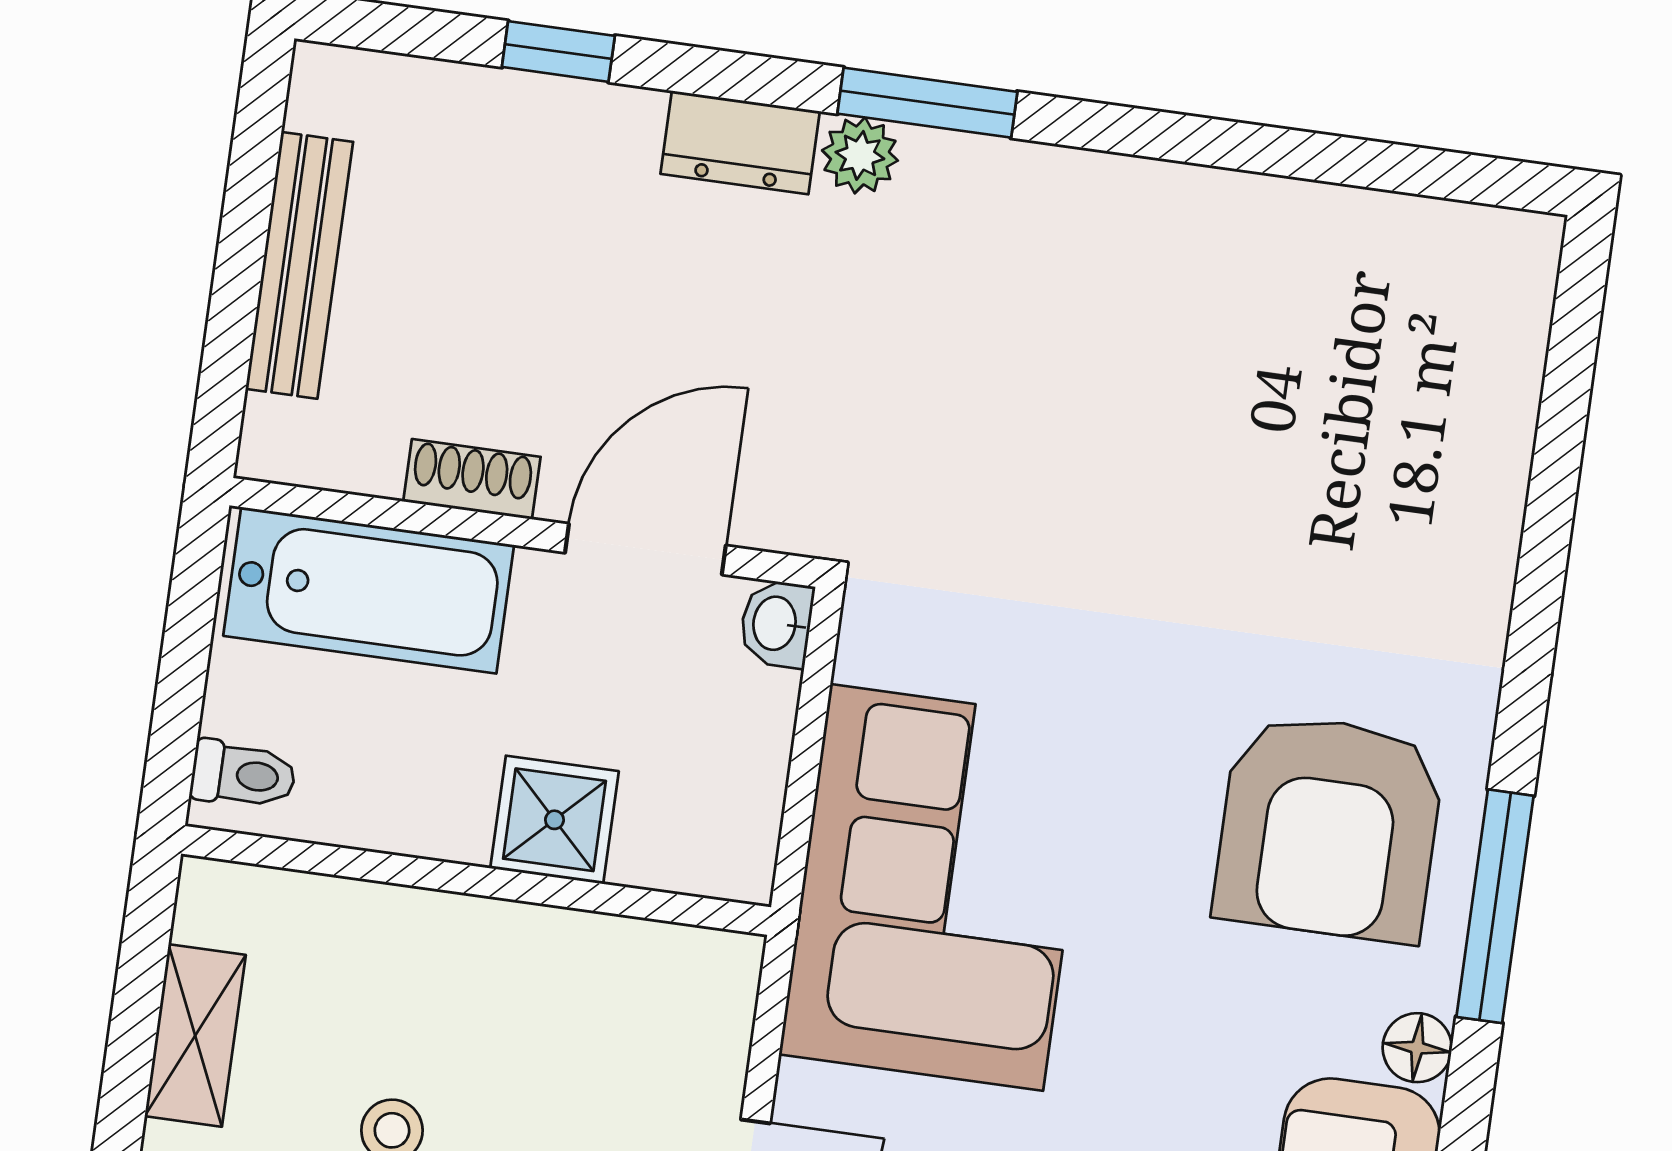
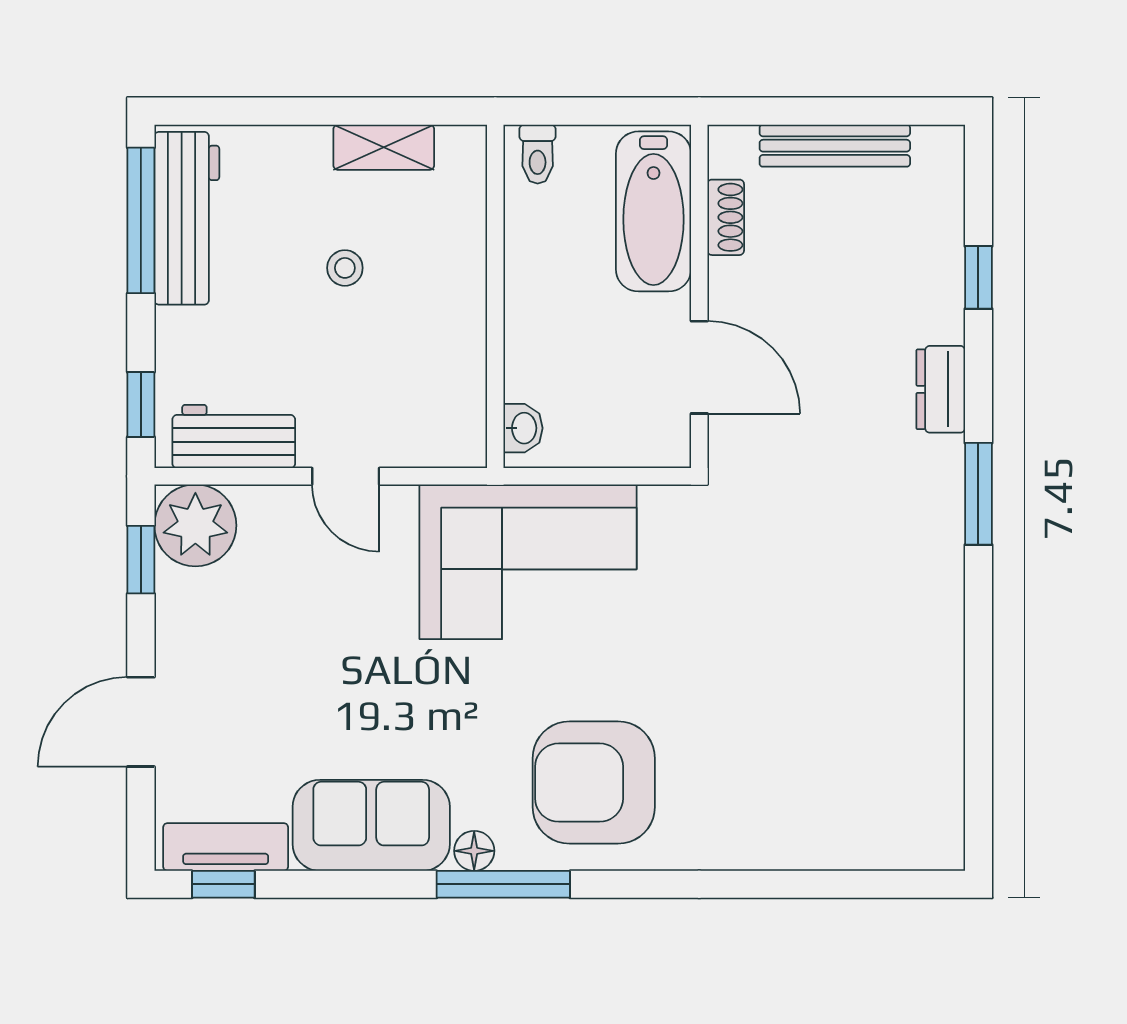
plant: (860, 155) -> (943, 459), removed
shoe rack: (472, 479) -> (726, 217), moved
washbasin: (776, 624) -> (523, 428), moved, turned 90
shower: (554, 820) -> (536, 337), removed
window: (1495, 906) -> (503, 884), moved

